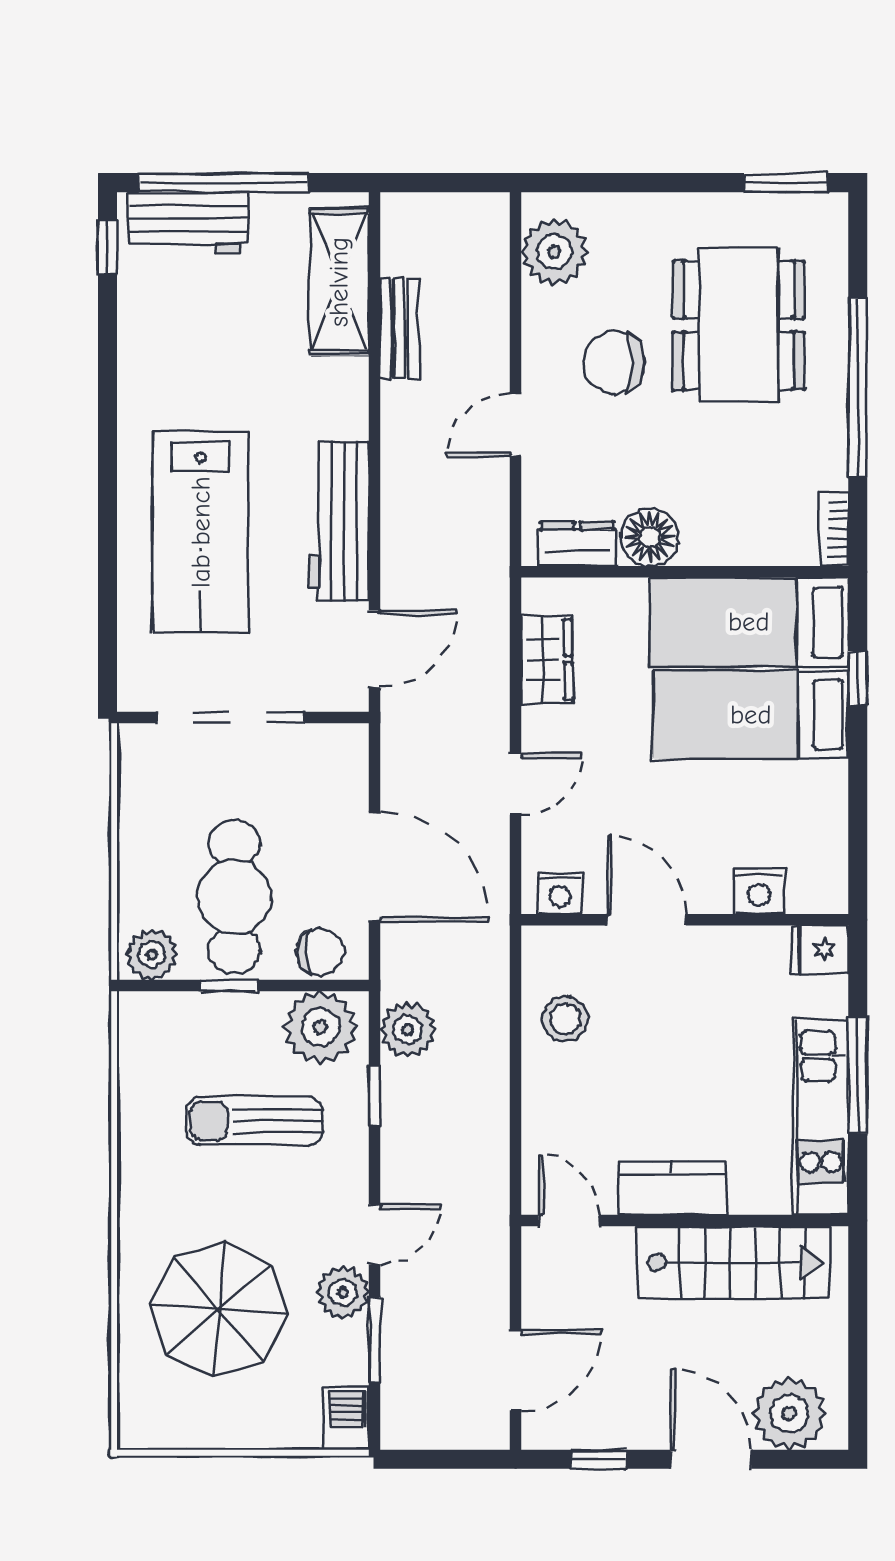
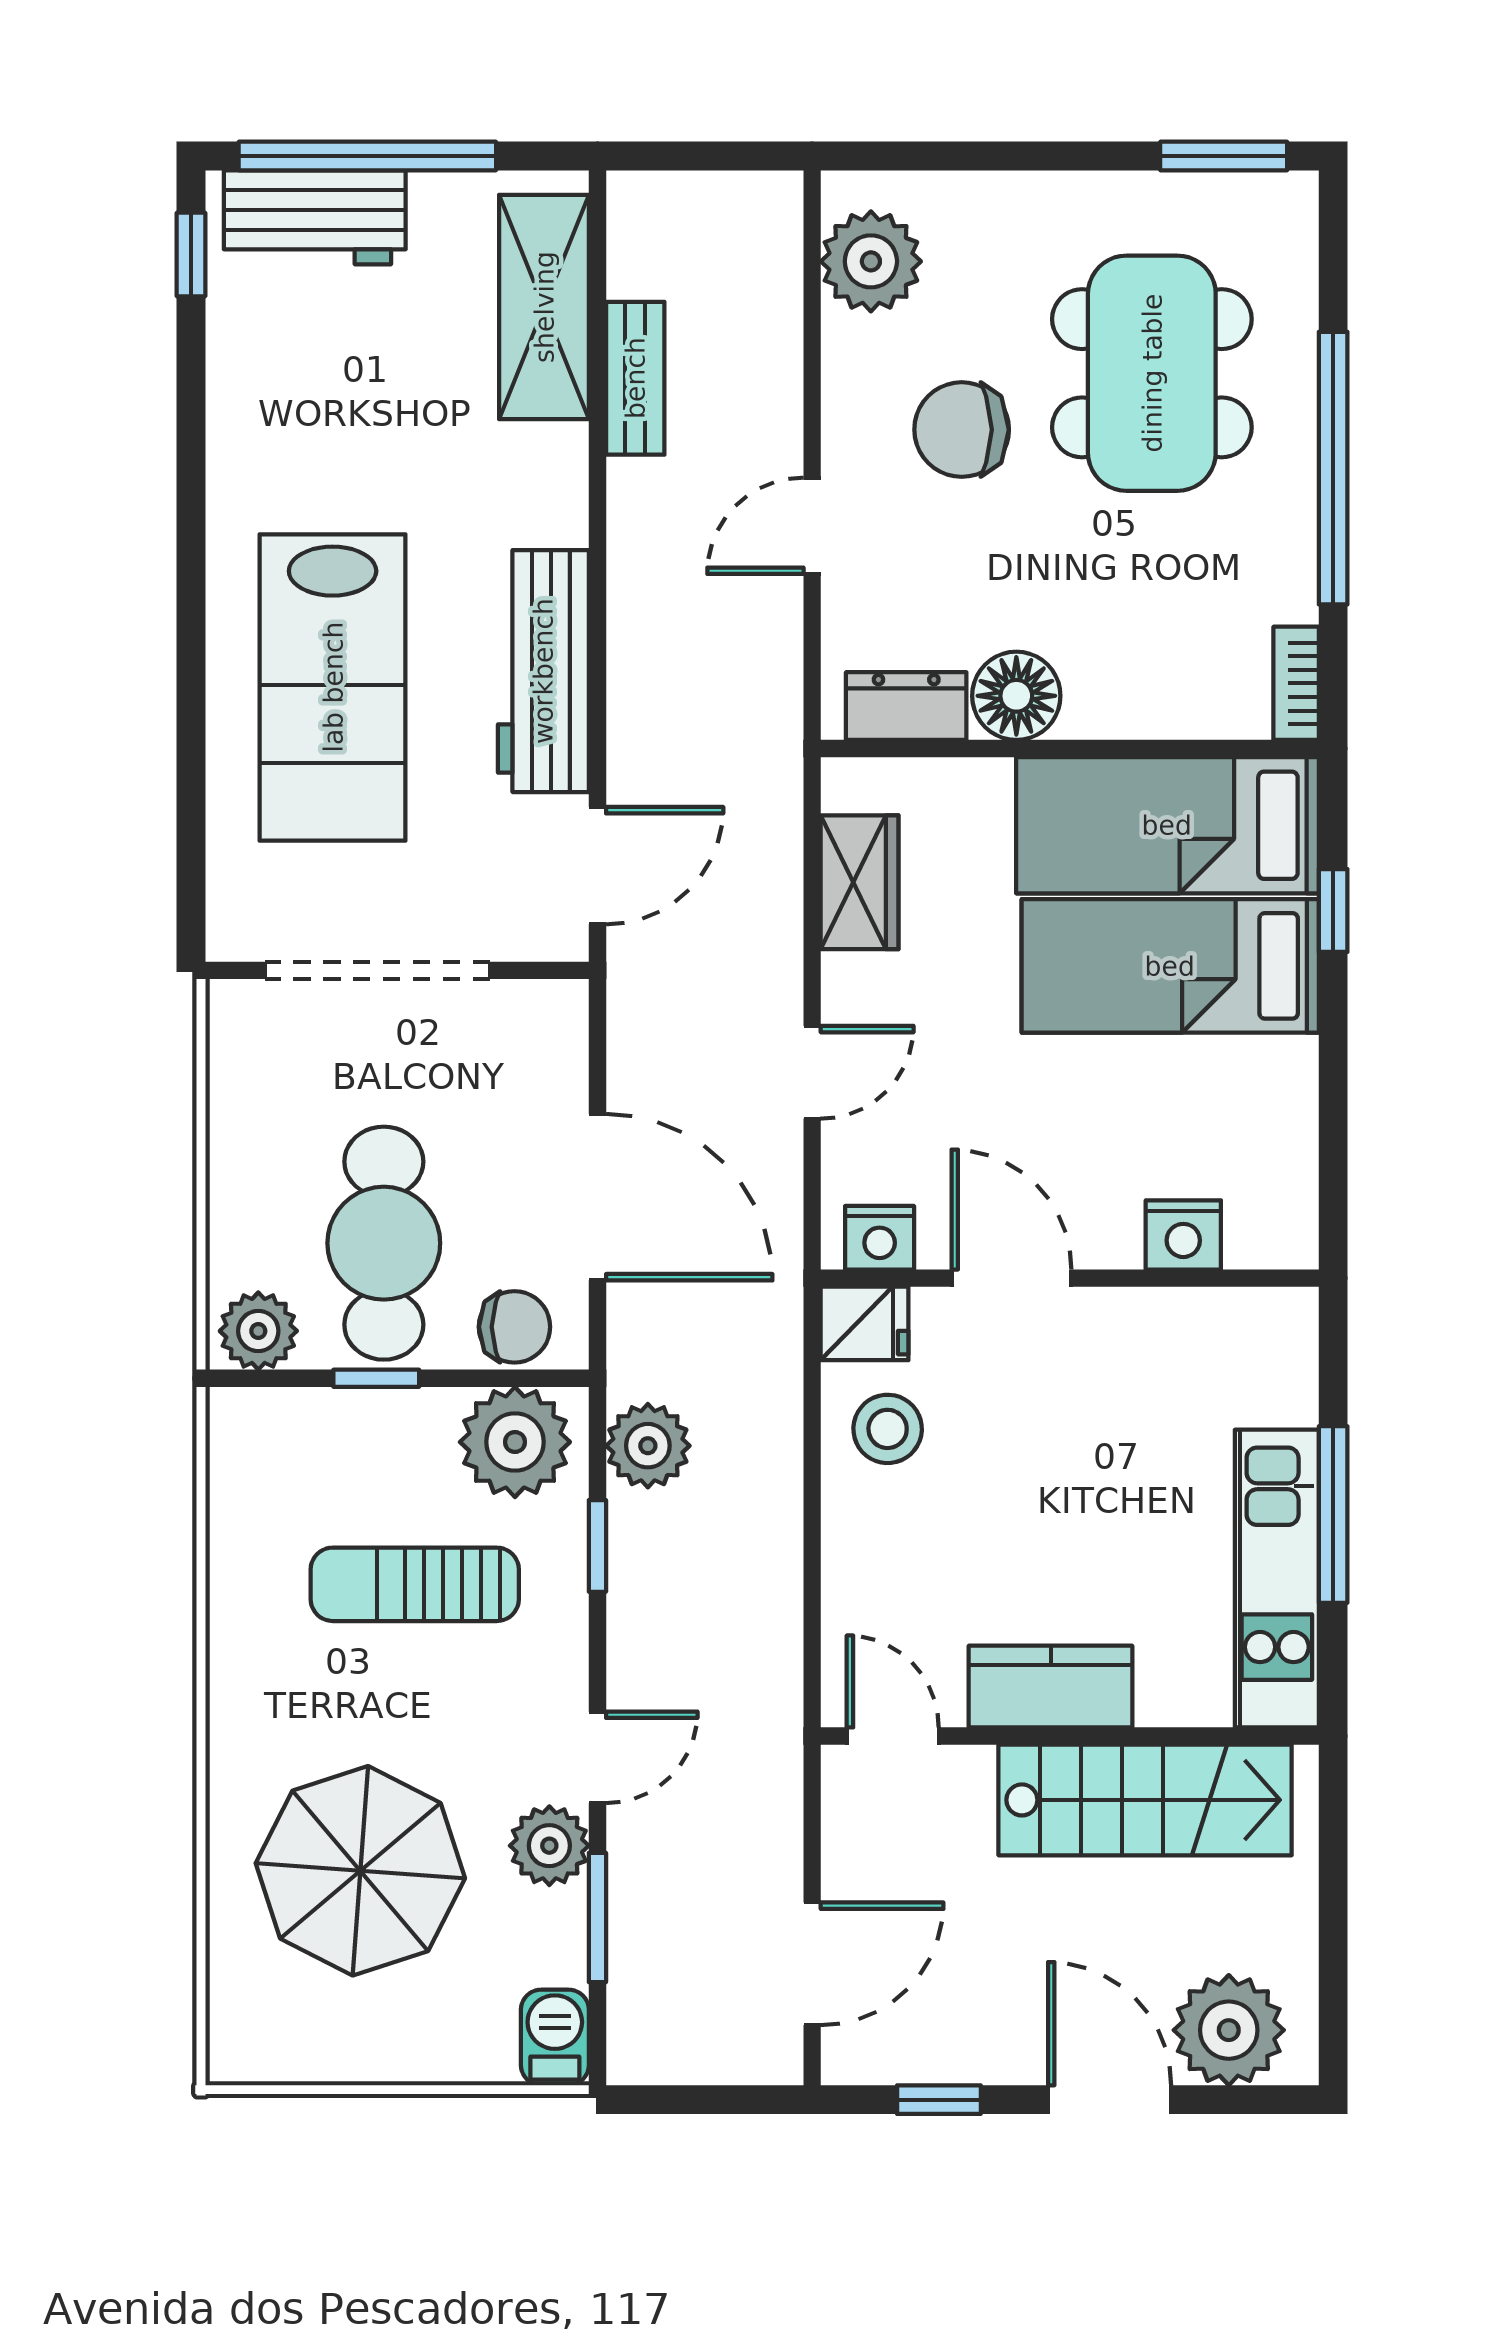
fridge: (820, 950) -> (865, 1323), moved, turned 180

